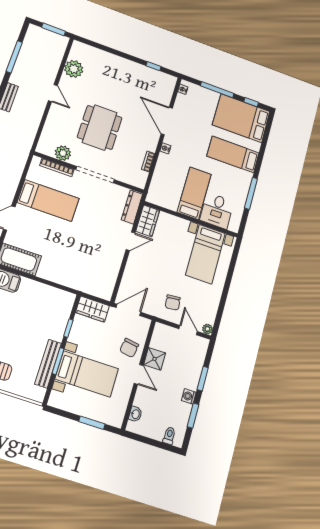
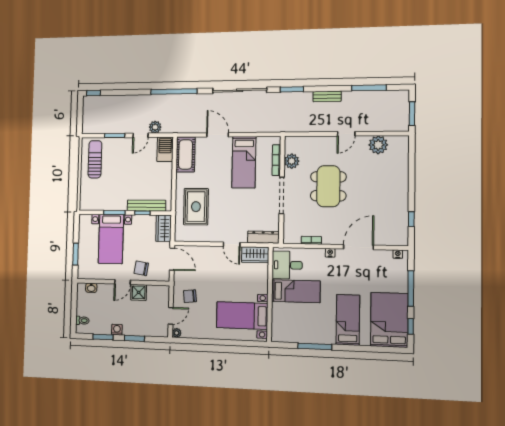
dining table: (100, 127) -> (328, 186), turned 90
desk: (217, 211) -> (287, 265), moved
rug: (80, 266) -> (196, 207), added
bench: (48, 364) -> (146, 206), moved

